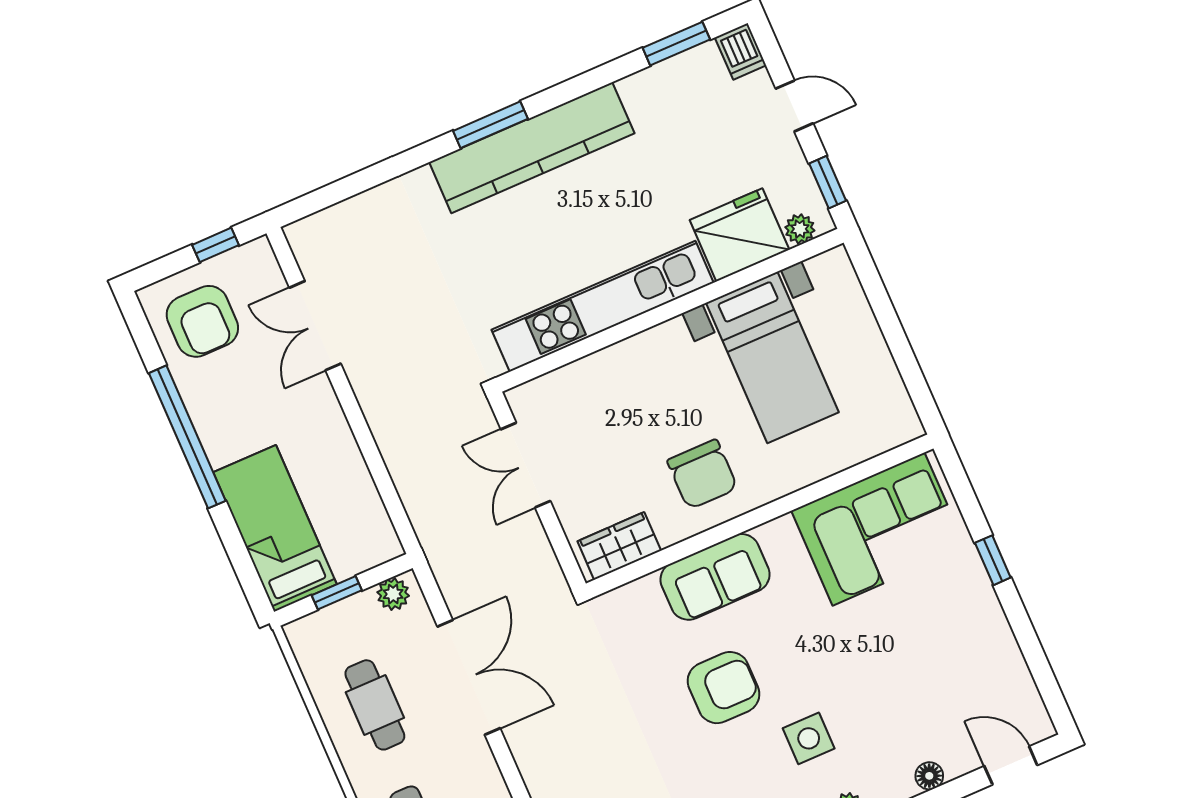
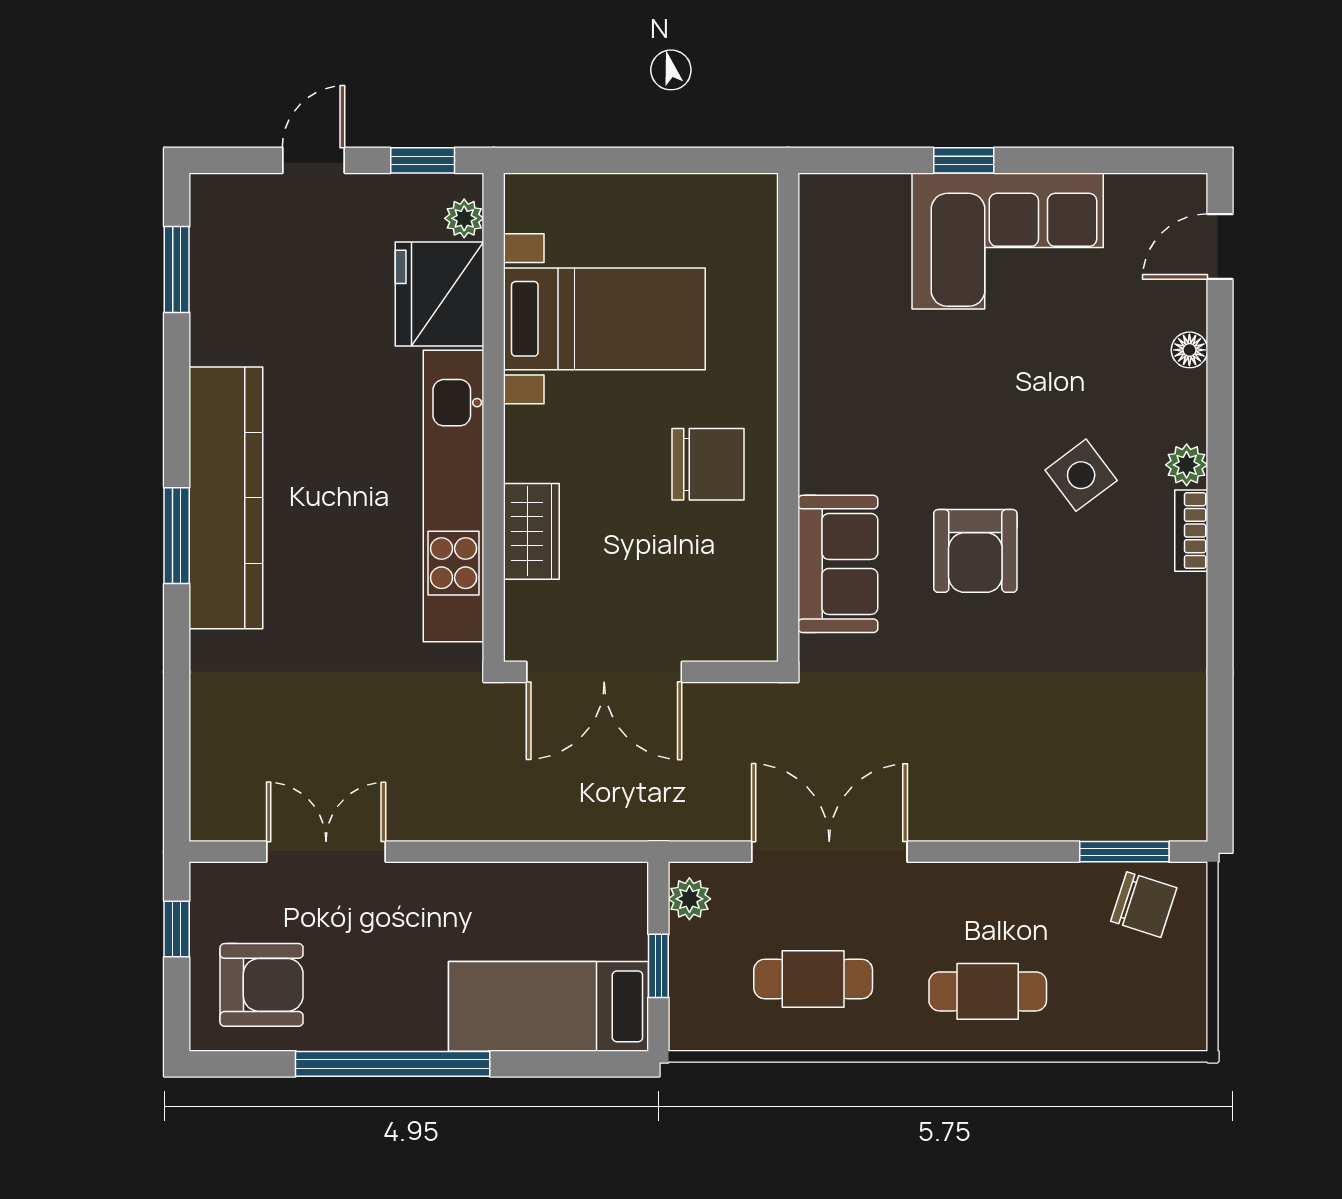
dishwasher: (740, 51) -> (220, 196), removed
double door: (315, 326) -> (326, 852), swing flipped
double door: (526, 465) -> (604, 672), width x1.37
corner sofa: (879, 529) -> (1008, 241), moved, turned 90
wardrobe: (619, 546) -> (531, 531), moved, turned 180
sofa: (715, 577) -> (838, 564), moved
armchair: (724, 688) -> (975, 551), turned 180
side table: (809, 738) -> (1081, 475), turned -37

